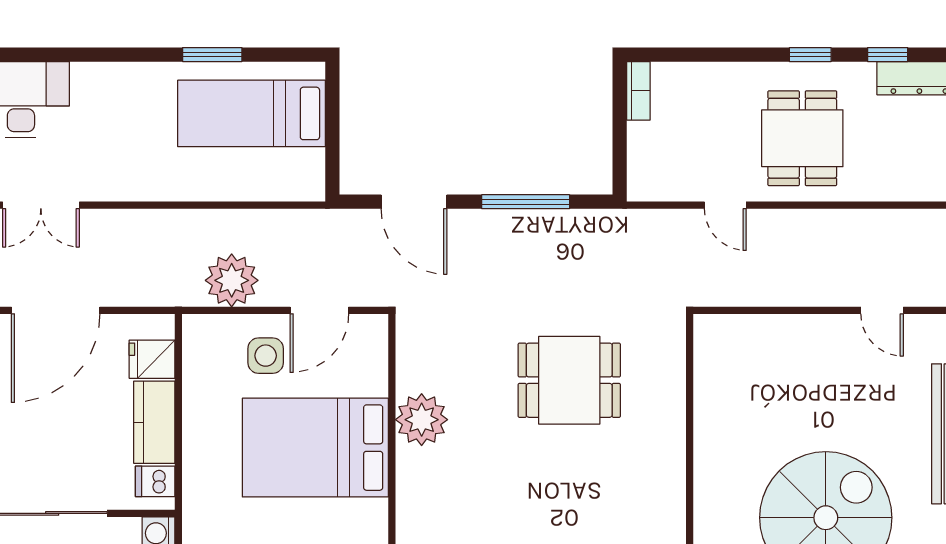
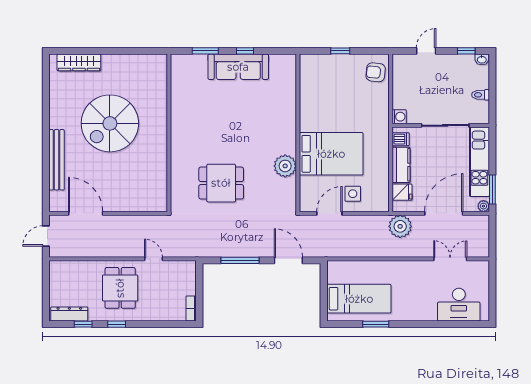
plant: (232, 280) -> (400, 226), moved
door: (882, 310) -> (86, 213), width x1.87

